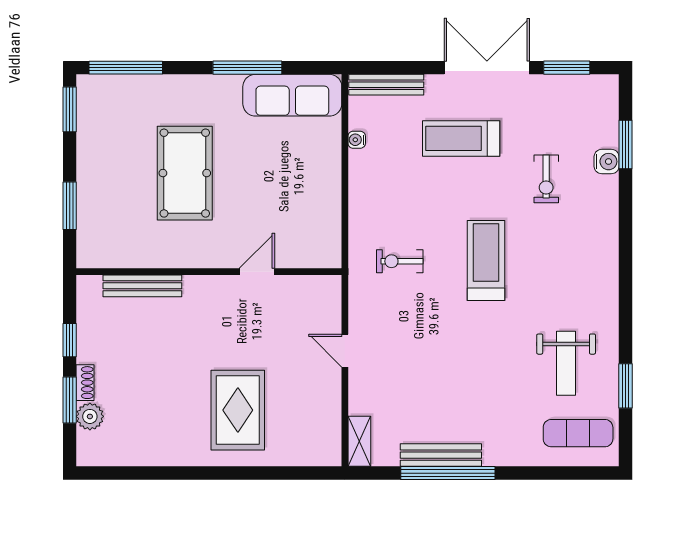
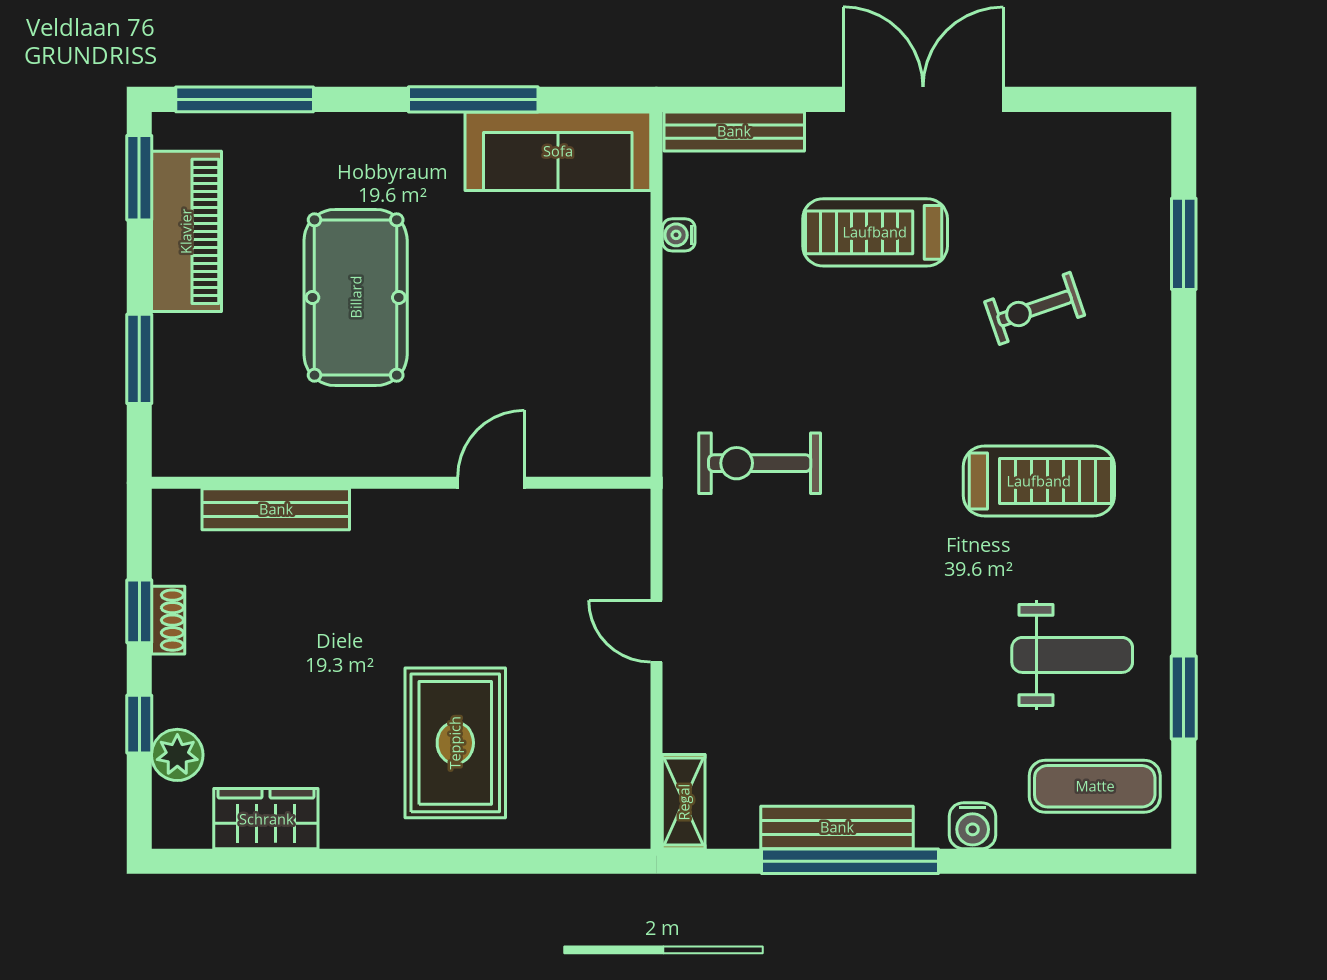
window: (567, 68) -> (1074, 99), removed
piano: (95, 138) -> (186, 231), added
water cooler: (607, 162) -> (973, 826), moved, turned 90
exercise bike: (546, 179) -> (1035, 308), turned 71
exercise bike: (400, 261) -> (760, 463), width x1.38, depth x1.39
treadmill: (486, 261) -> (1039, 481), moved, turned 90
weight bench: (566, 363) -> (1072, 655), turned -90
shoe rack: (85, 383) -> (168, 620), moved
window: (70, 400) -> (139, 724), width x0.67
wardrobe: (137, 450) -> (266, 819), added

